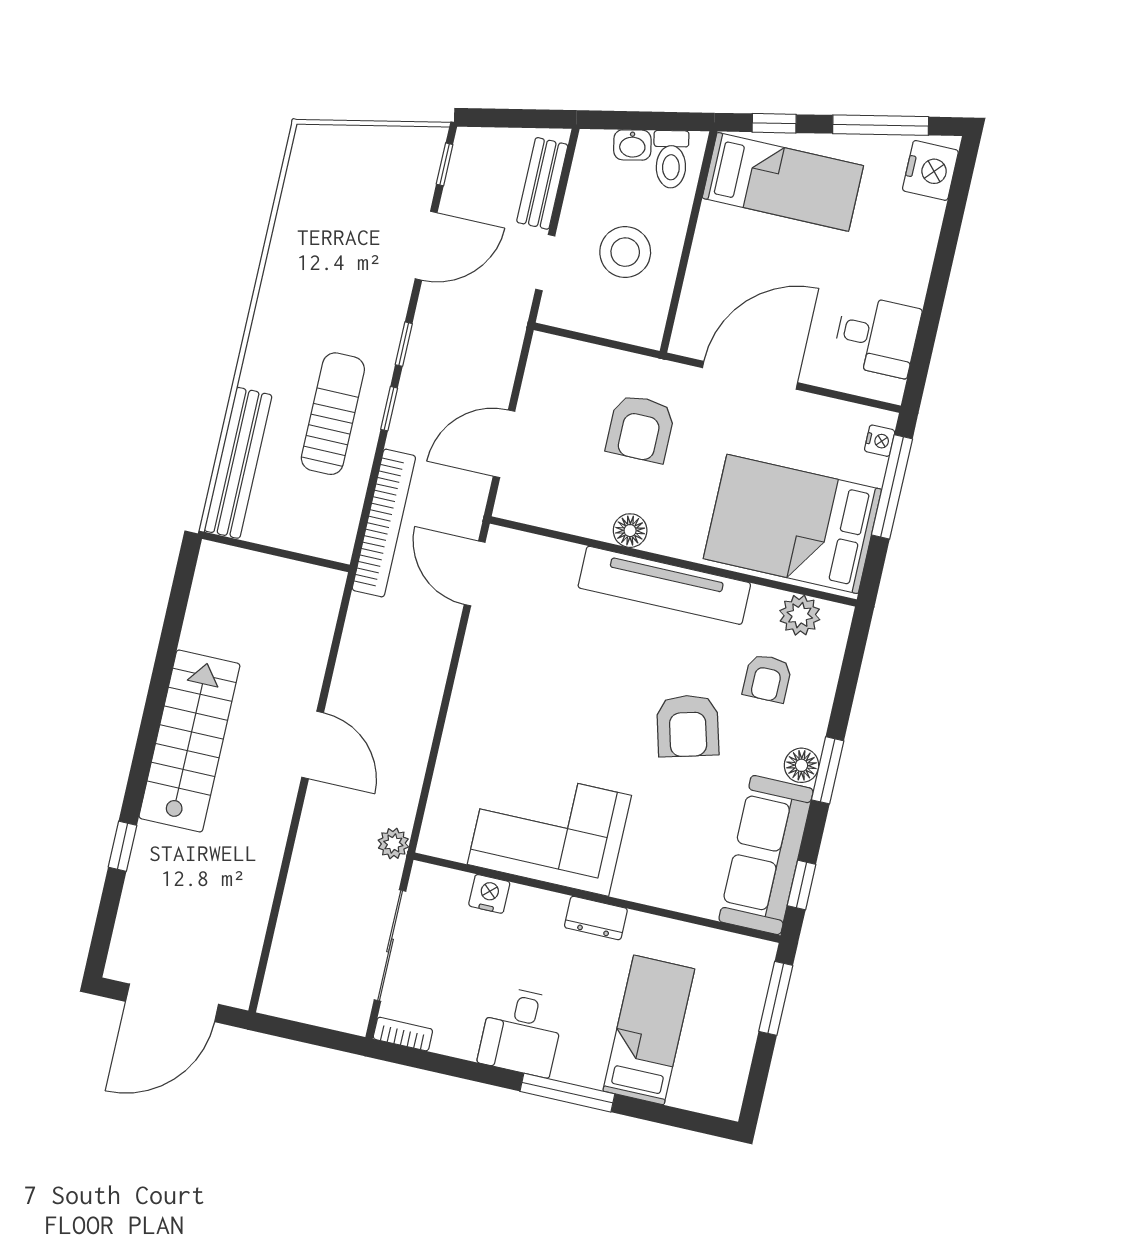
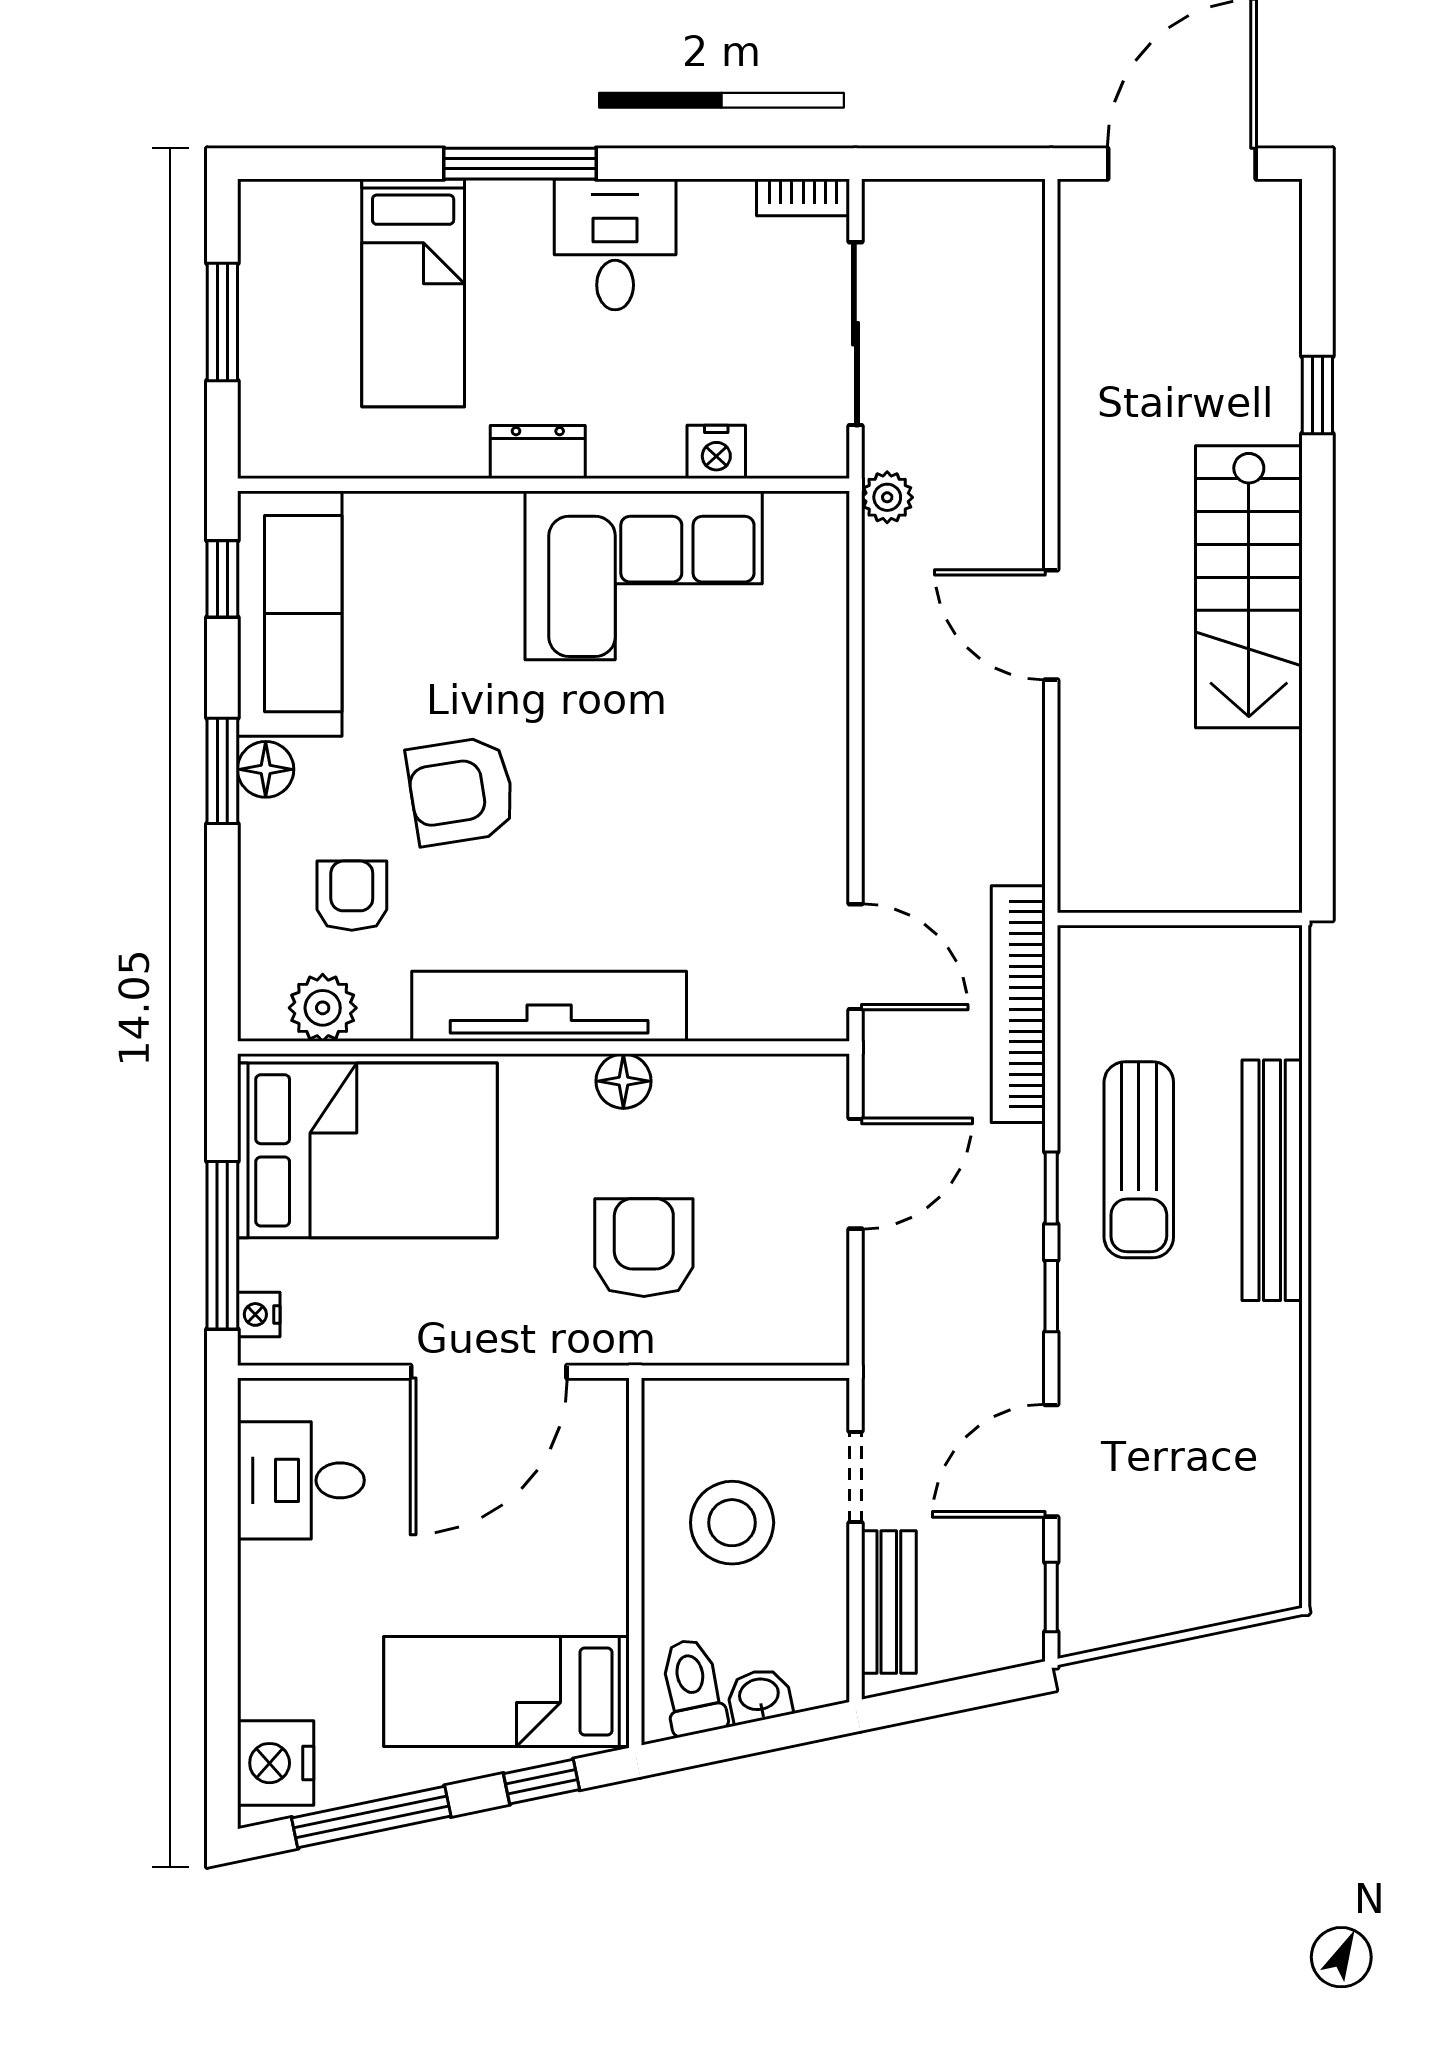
bench: (238, 463) -> (1272, 1180), moved
armchair: (688, 726) -> (461, 791), turned -84
window: (776, 998) -> (222, 322), moved

